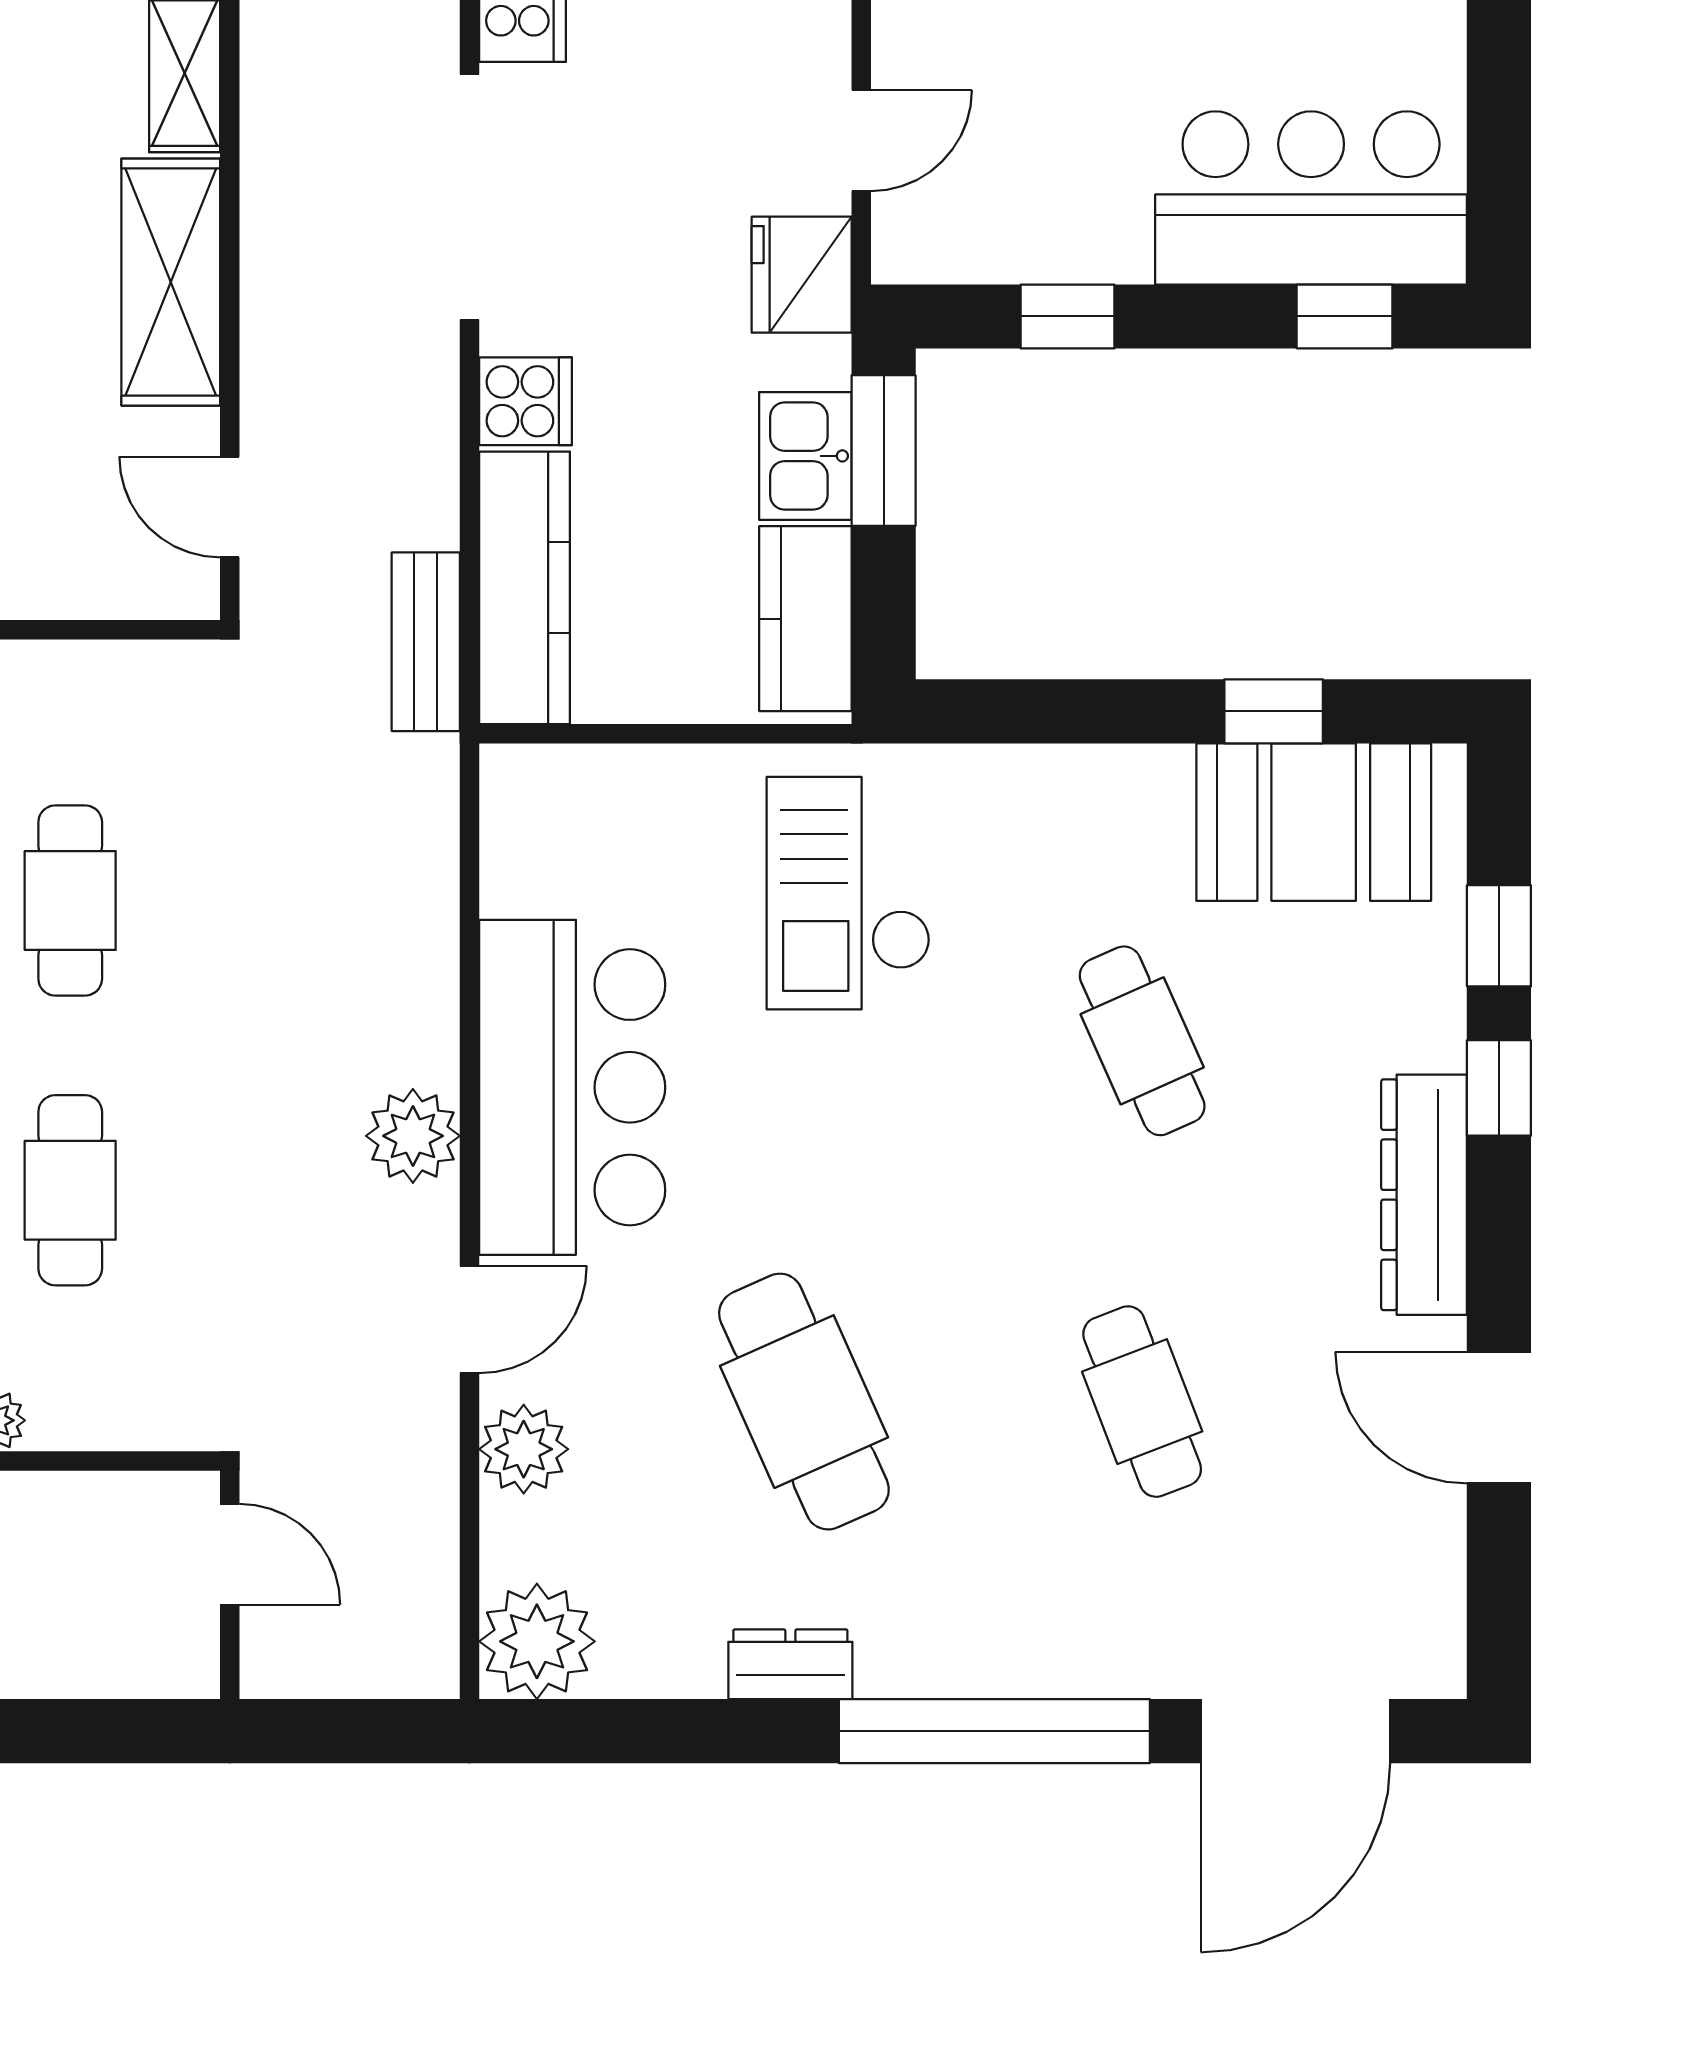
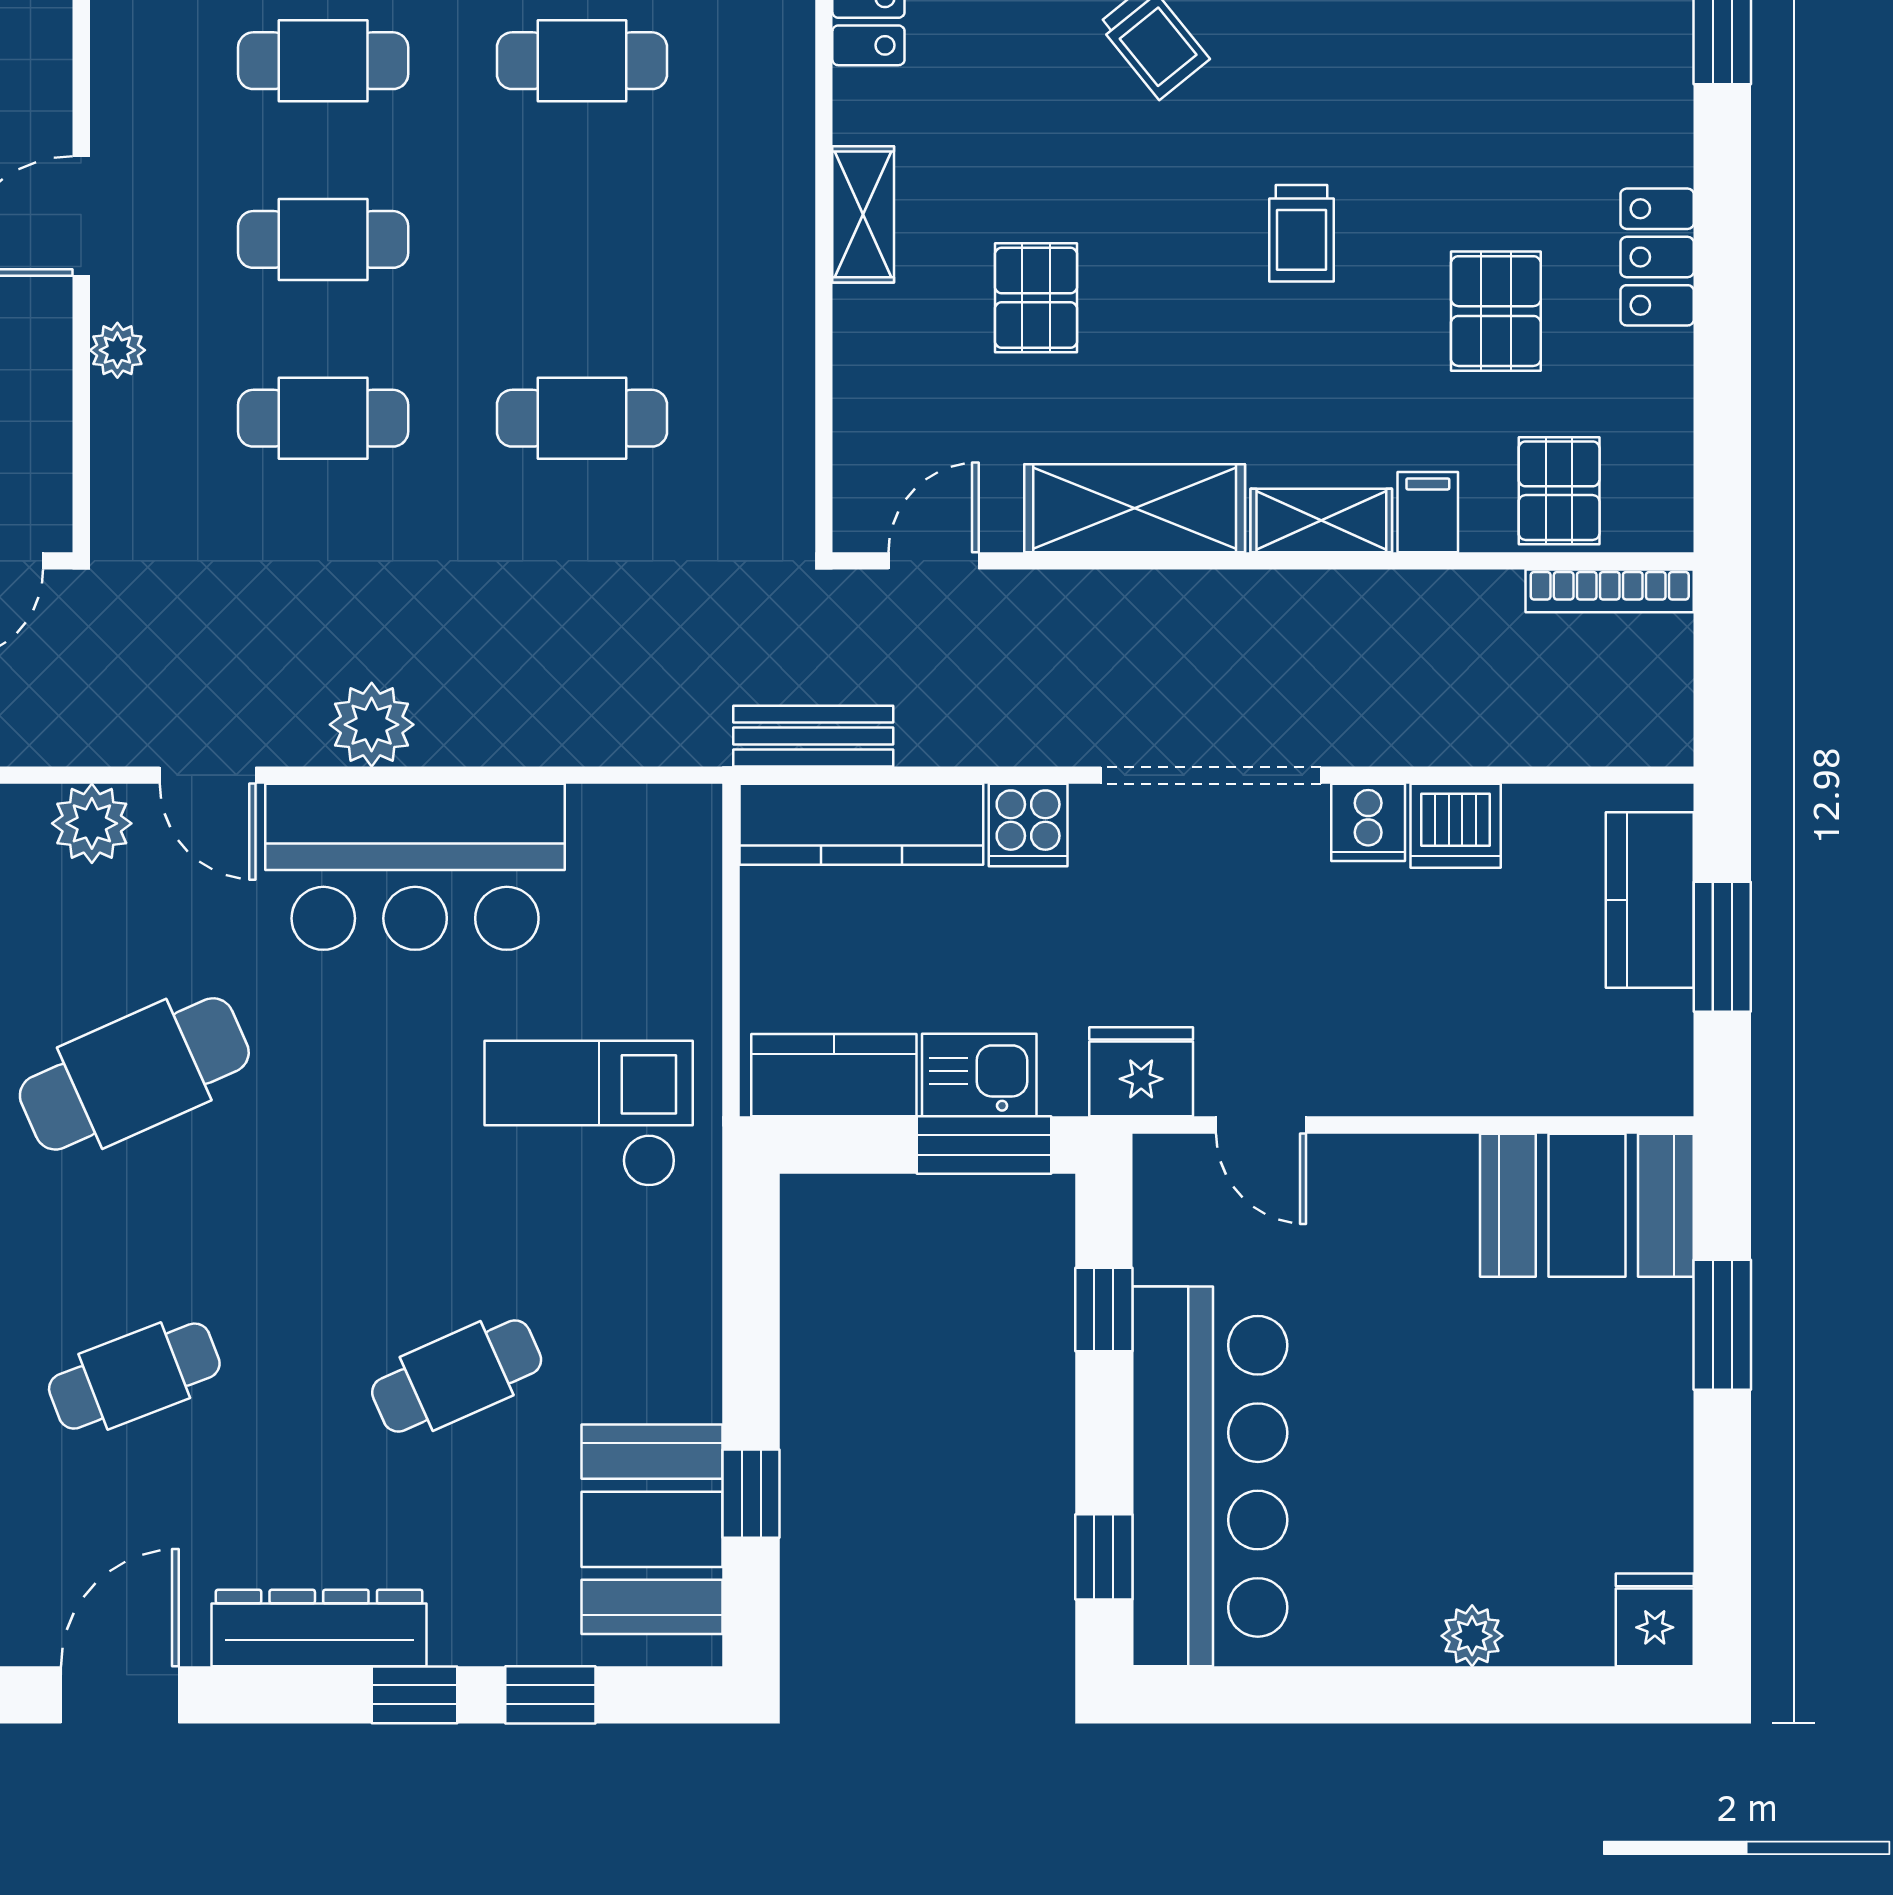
bar counter: (1311, 198) -> (1210, 1476), width x1.36

